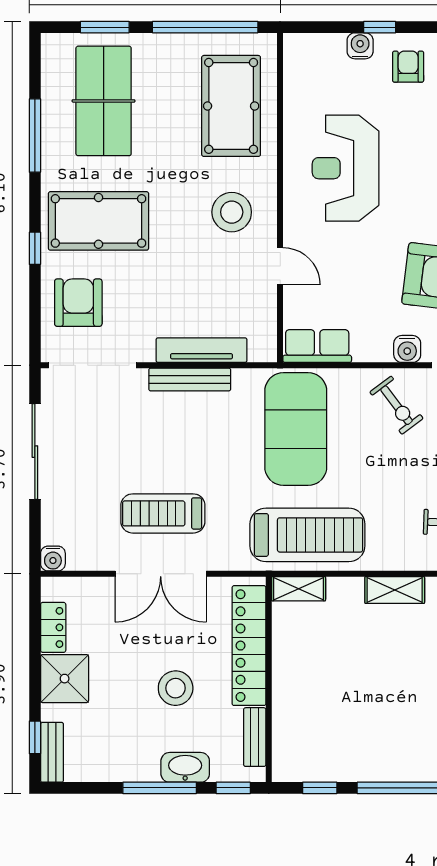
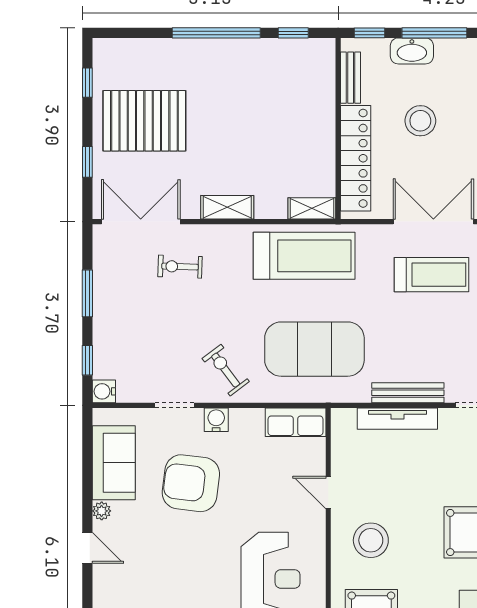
exercise mat: (296, 429) -> (314, 349), turned 90
treadmill: (307, 535) -> (304, 256), turned 180

